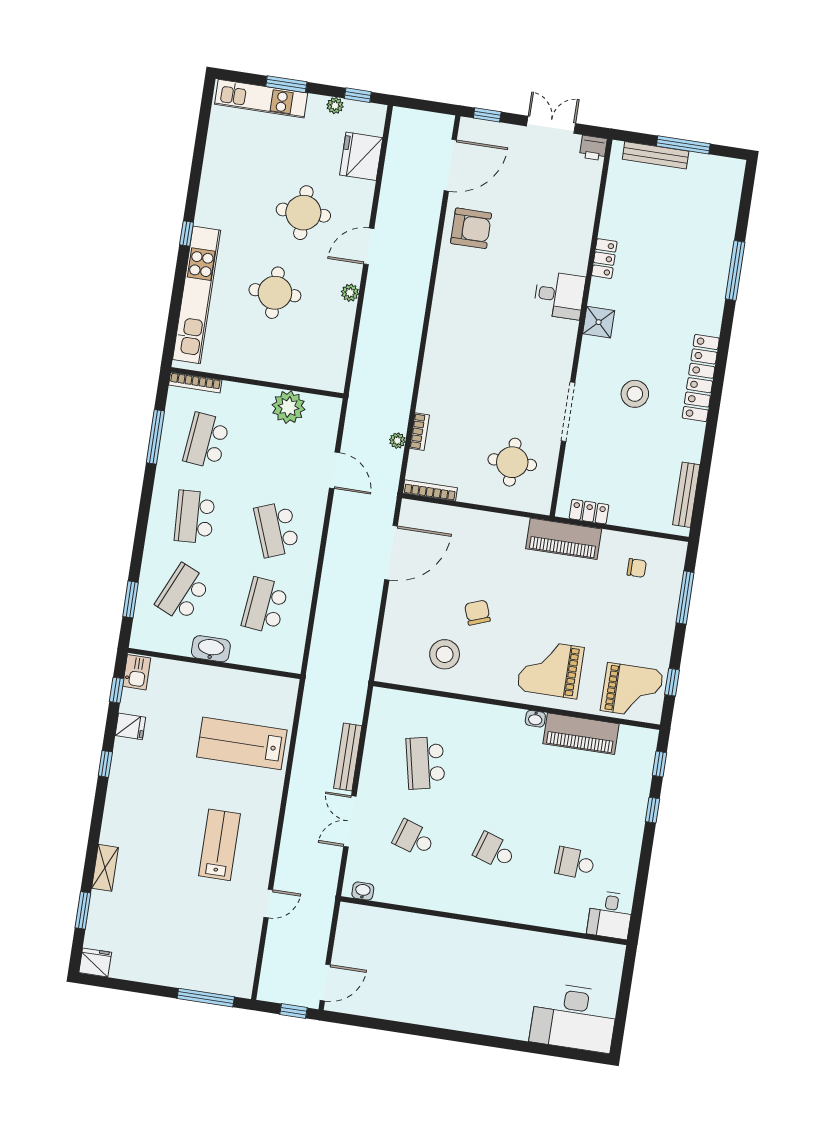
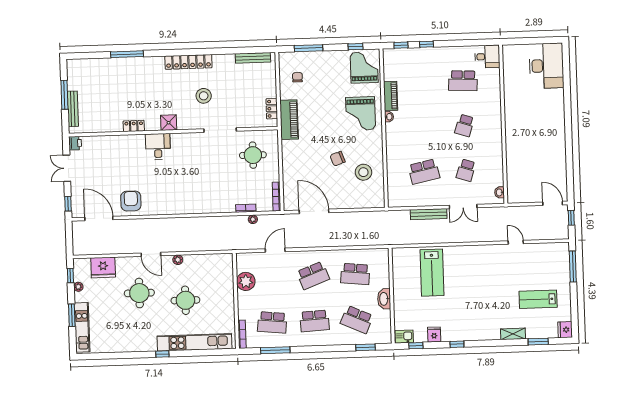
piano: (581, 734) -> (391, 96), width x0.73, depth x0.75
lab bench: (220, 845) -> (538, 299), moved
school desk: (575, 863) -> (463, 81), width x1.85

